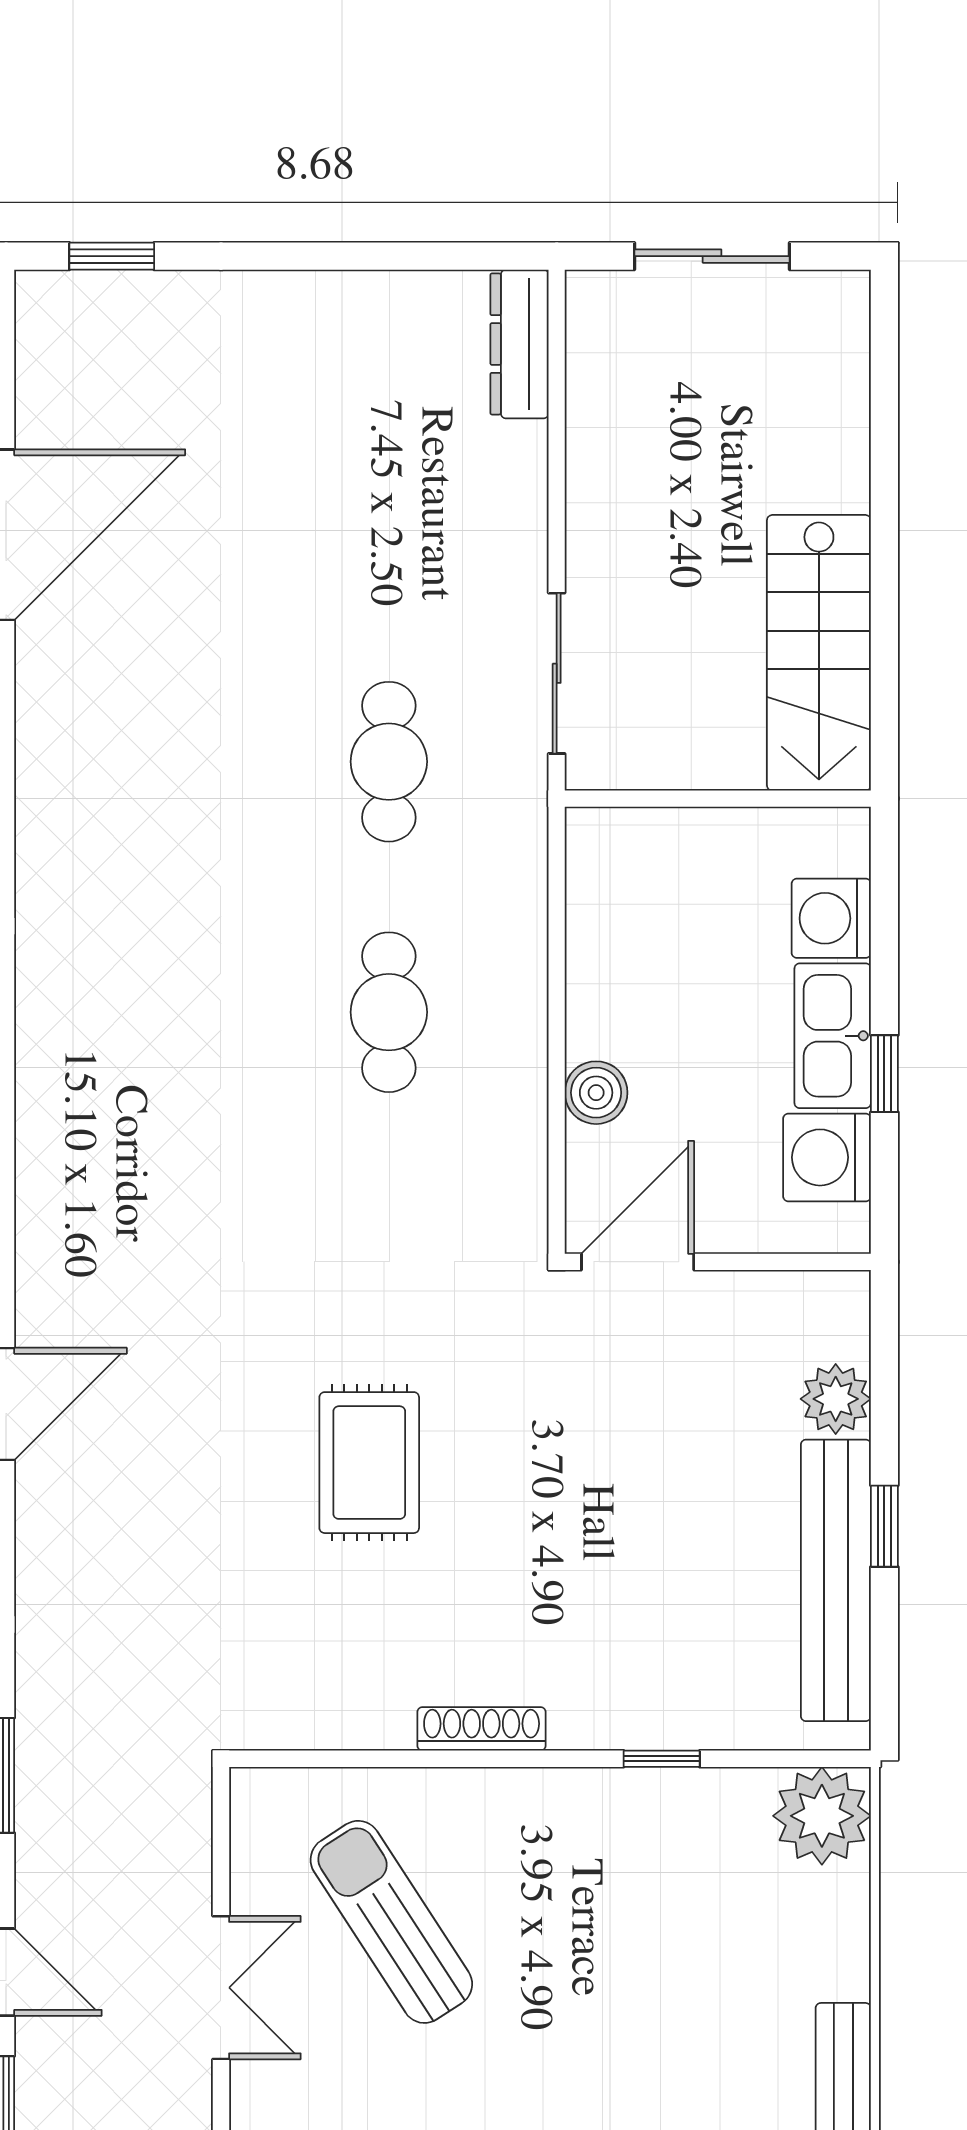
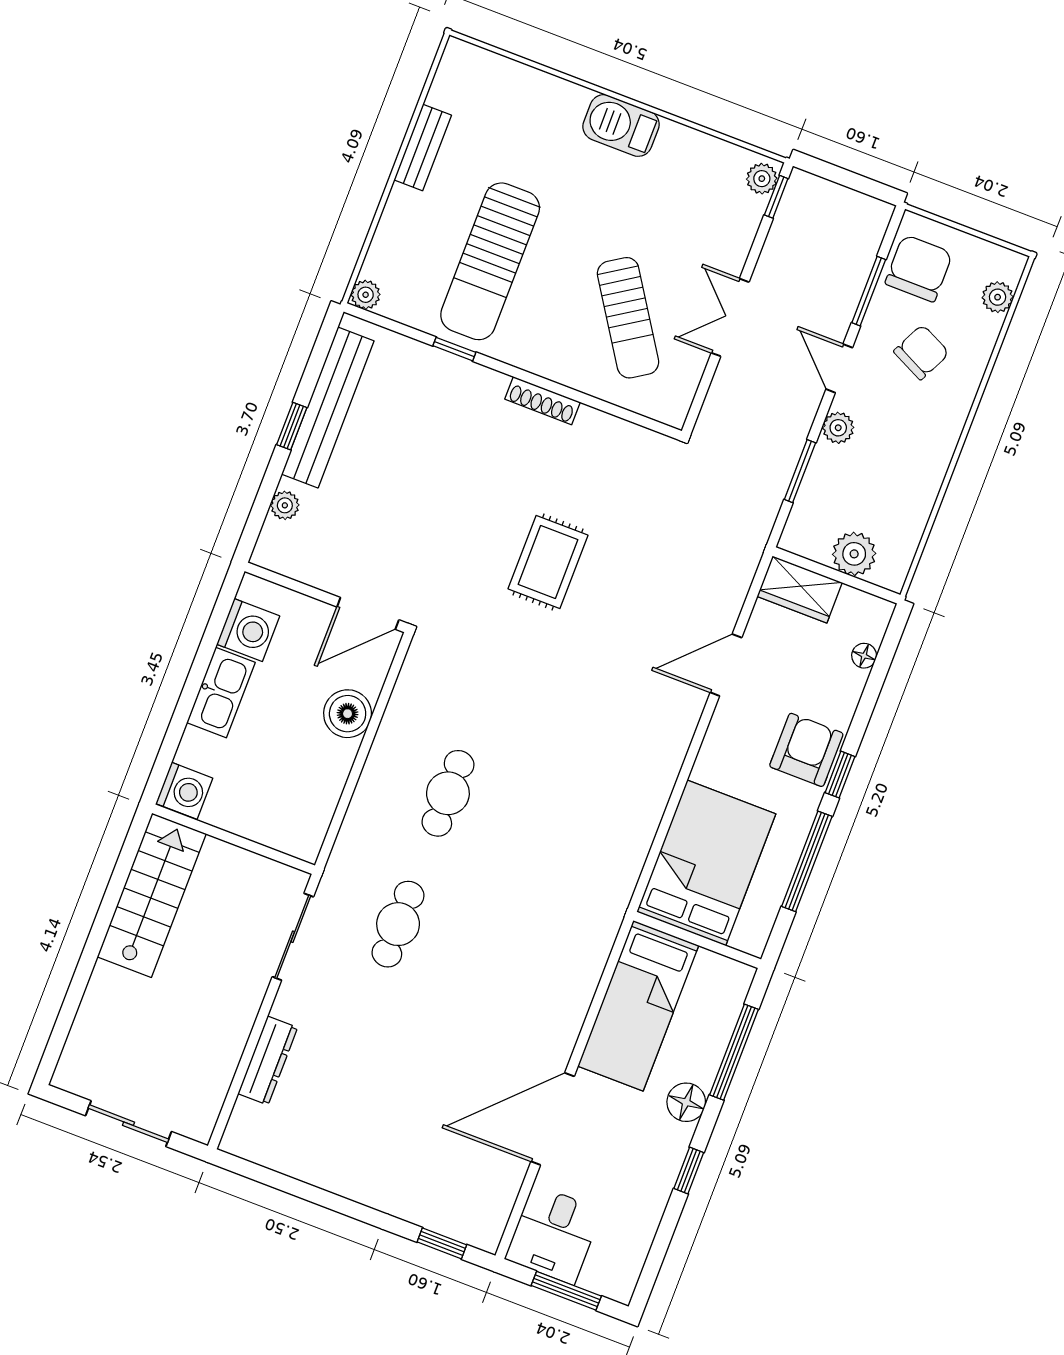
dresser: (519, 344) -> (268, 1061), moved
washing machine: (831, 918) -> (184, 791), moved
window: (884, 1074) -> (202, 662), removed
boiler: (596, 1093) -> (348, 714), width x1.36, depth x1.36
plant: (836, 1399) -> (285, 505), width x0.73, depth x0.73
plant: (822, 1816) -> (366, 295), width x0.53, depth x0.53
sun lounger: (658, 1928) -> (490, 261), added

